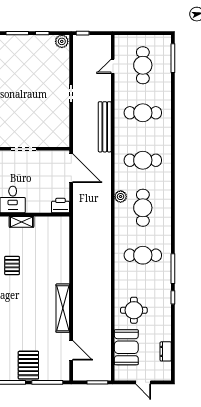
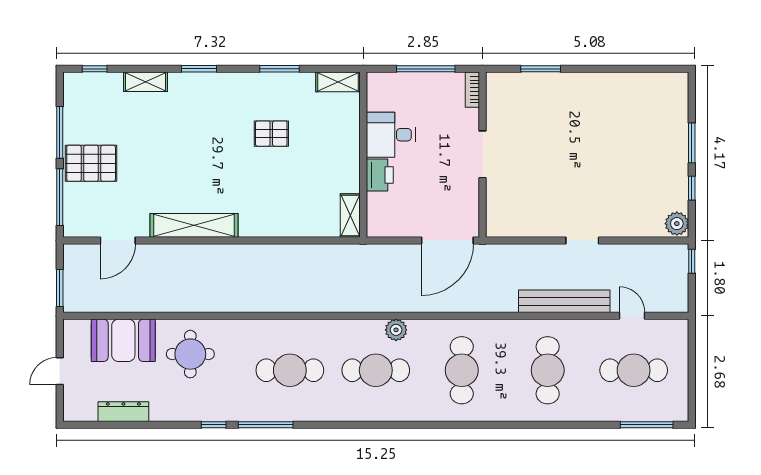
bench: (105, 127) -> (564, 301), moved
printer: (60, 206) -> (380, 175), moved
shelving: (21, 222) -> (350, 215), moved
cafe table: (143, 255) -> (290, 370), turned 90
dresser: (166, 351) -> (123, 412), width x1.44

